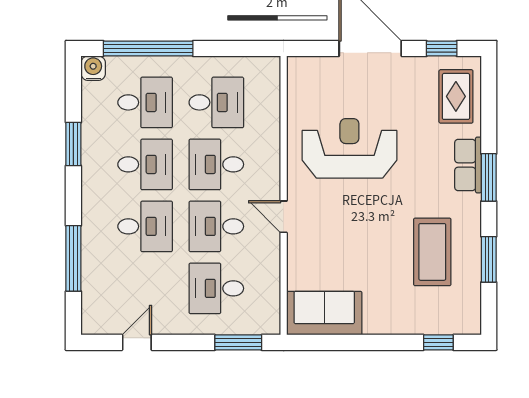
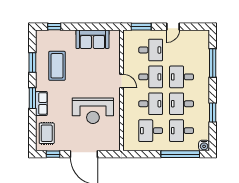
sofa: (324, 313) -> (92, 39), moved
door: (137, 342) -> (173, 27), moved

